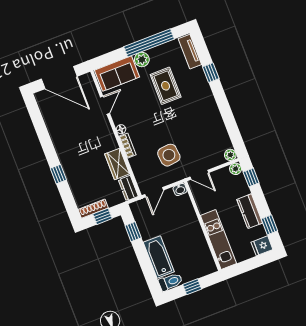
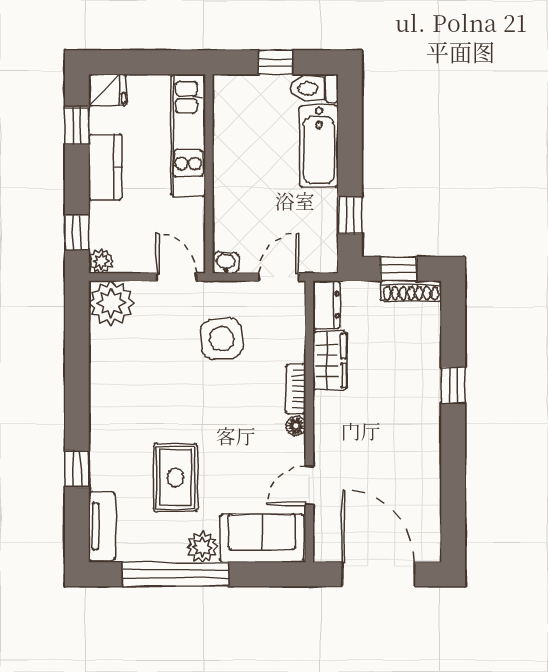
plant: (230, 155) -> (111, 303), width x1.88, depth x1.88

